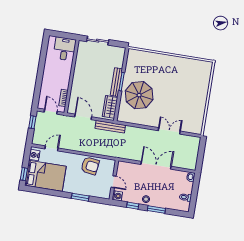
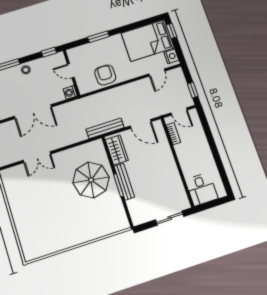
armchair: (90, 166) -> (105, 75), turned 82
washing machine: (117, 196) -> (70, 92), moved
window: (133, 206) -> (49, 52), moved

